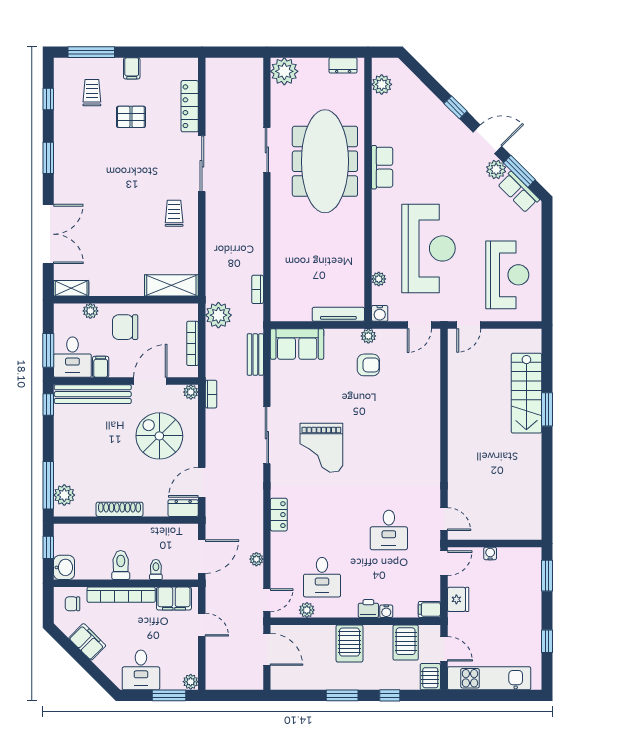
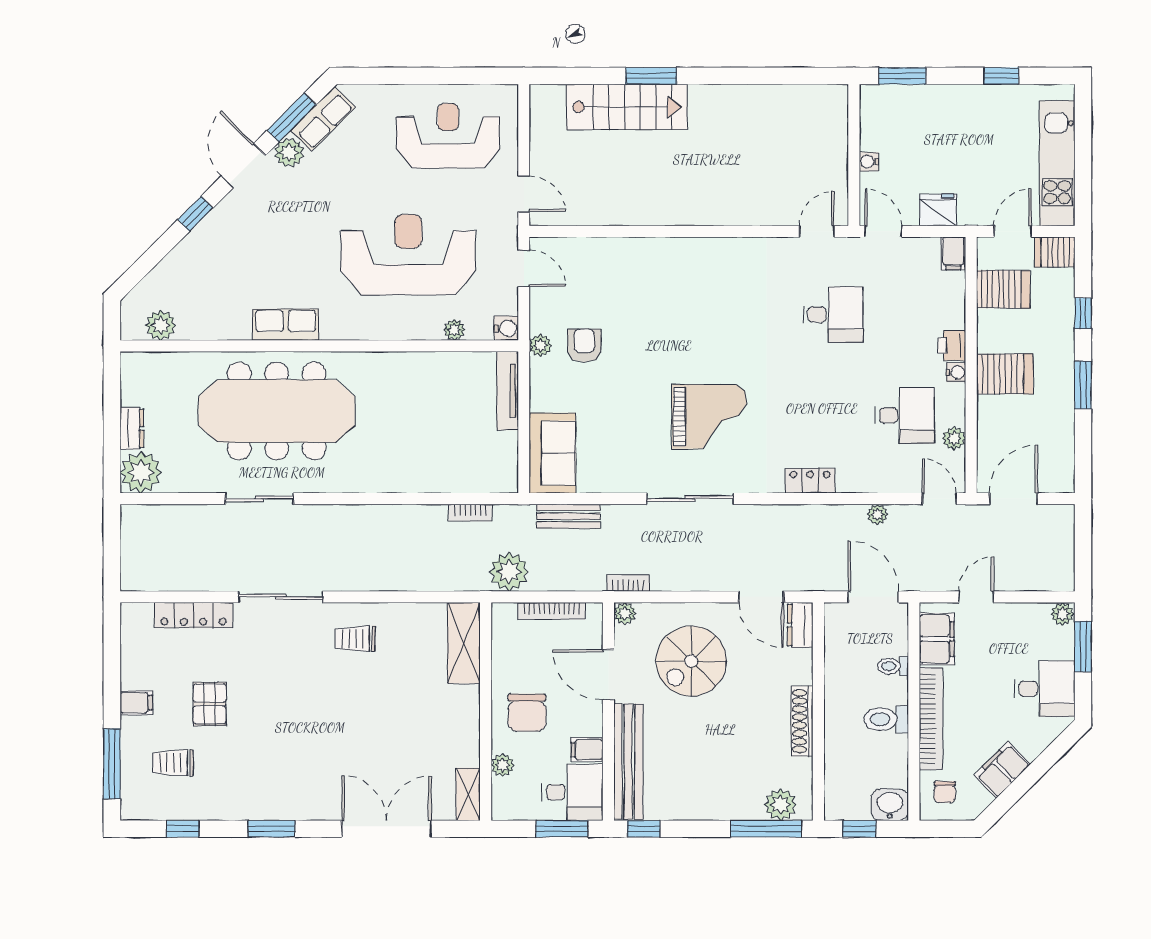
dresser: (343, 65) -> (132, 428), moved
water cooler: (386, 611) -> (956, 372), moved

